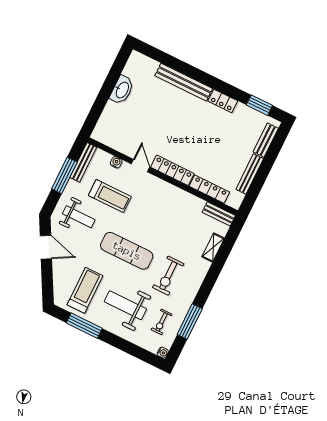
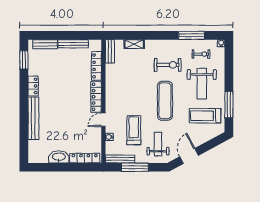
locker: (105, 120) -> (85, 158), added

